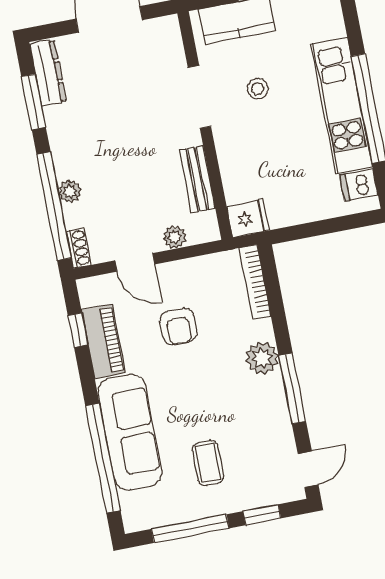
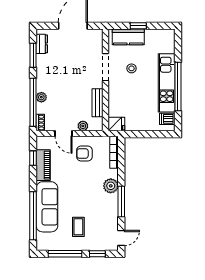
dresser: (48, 73) -> (42, 44), width x0.70
armchair: (178, 327) -> (84, 153), moved, turned 90

